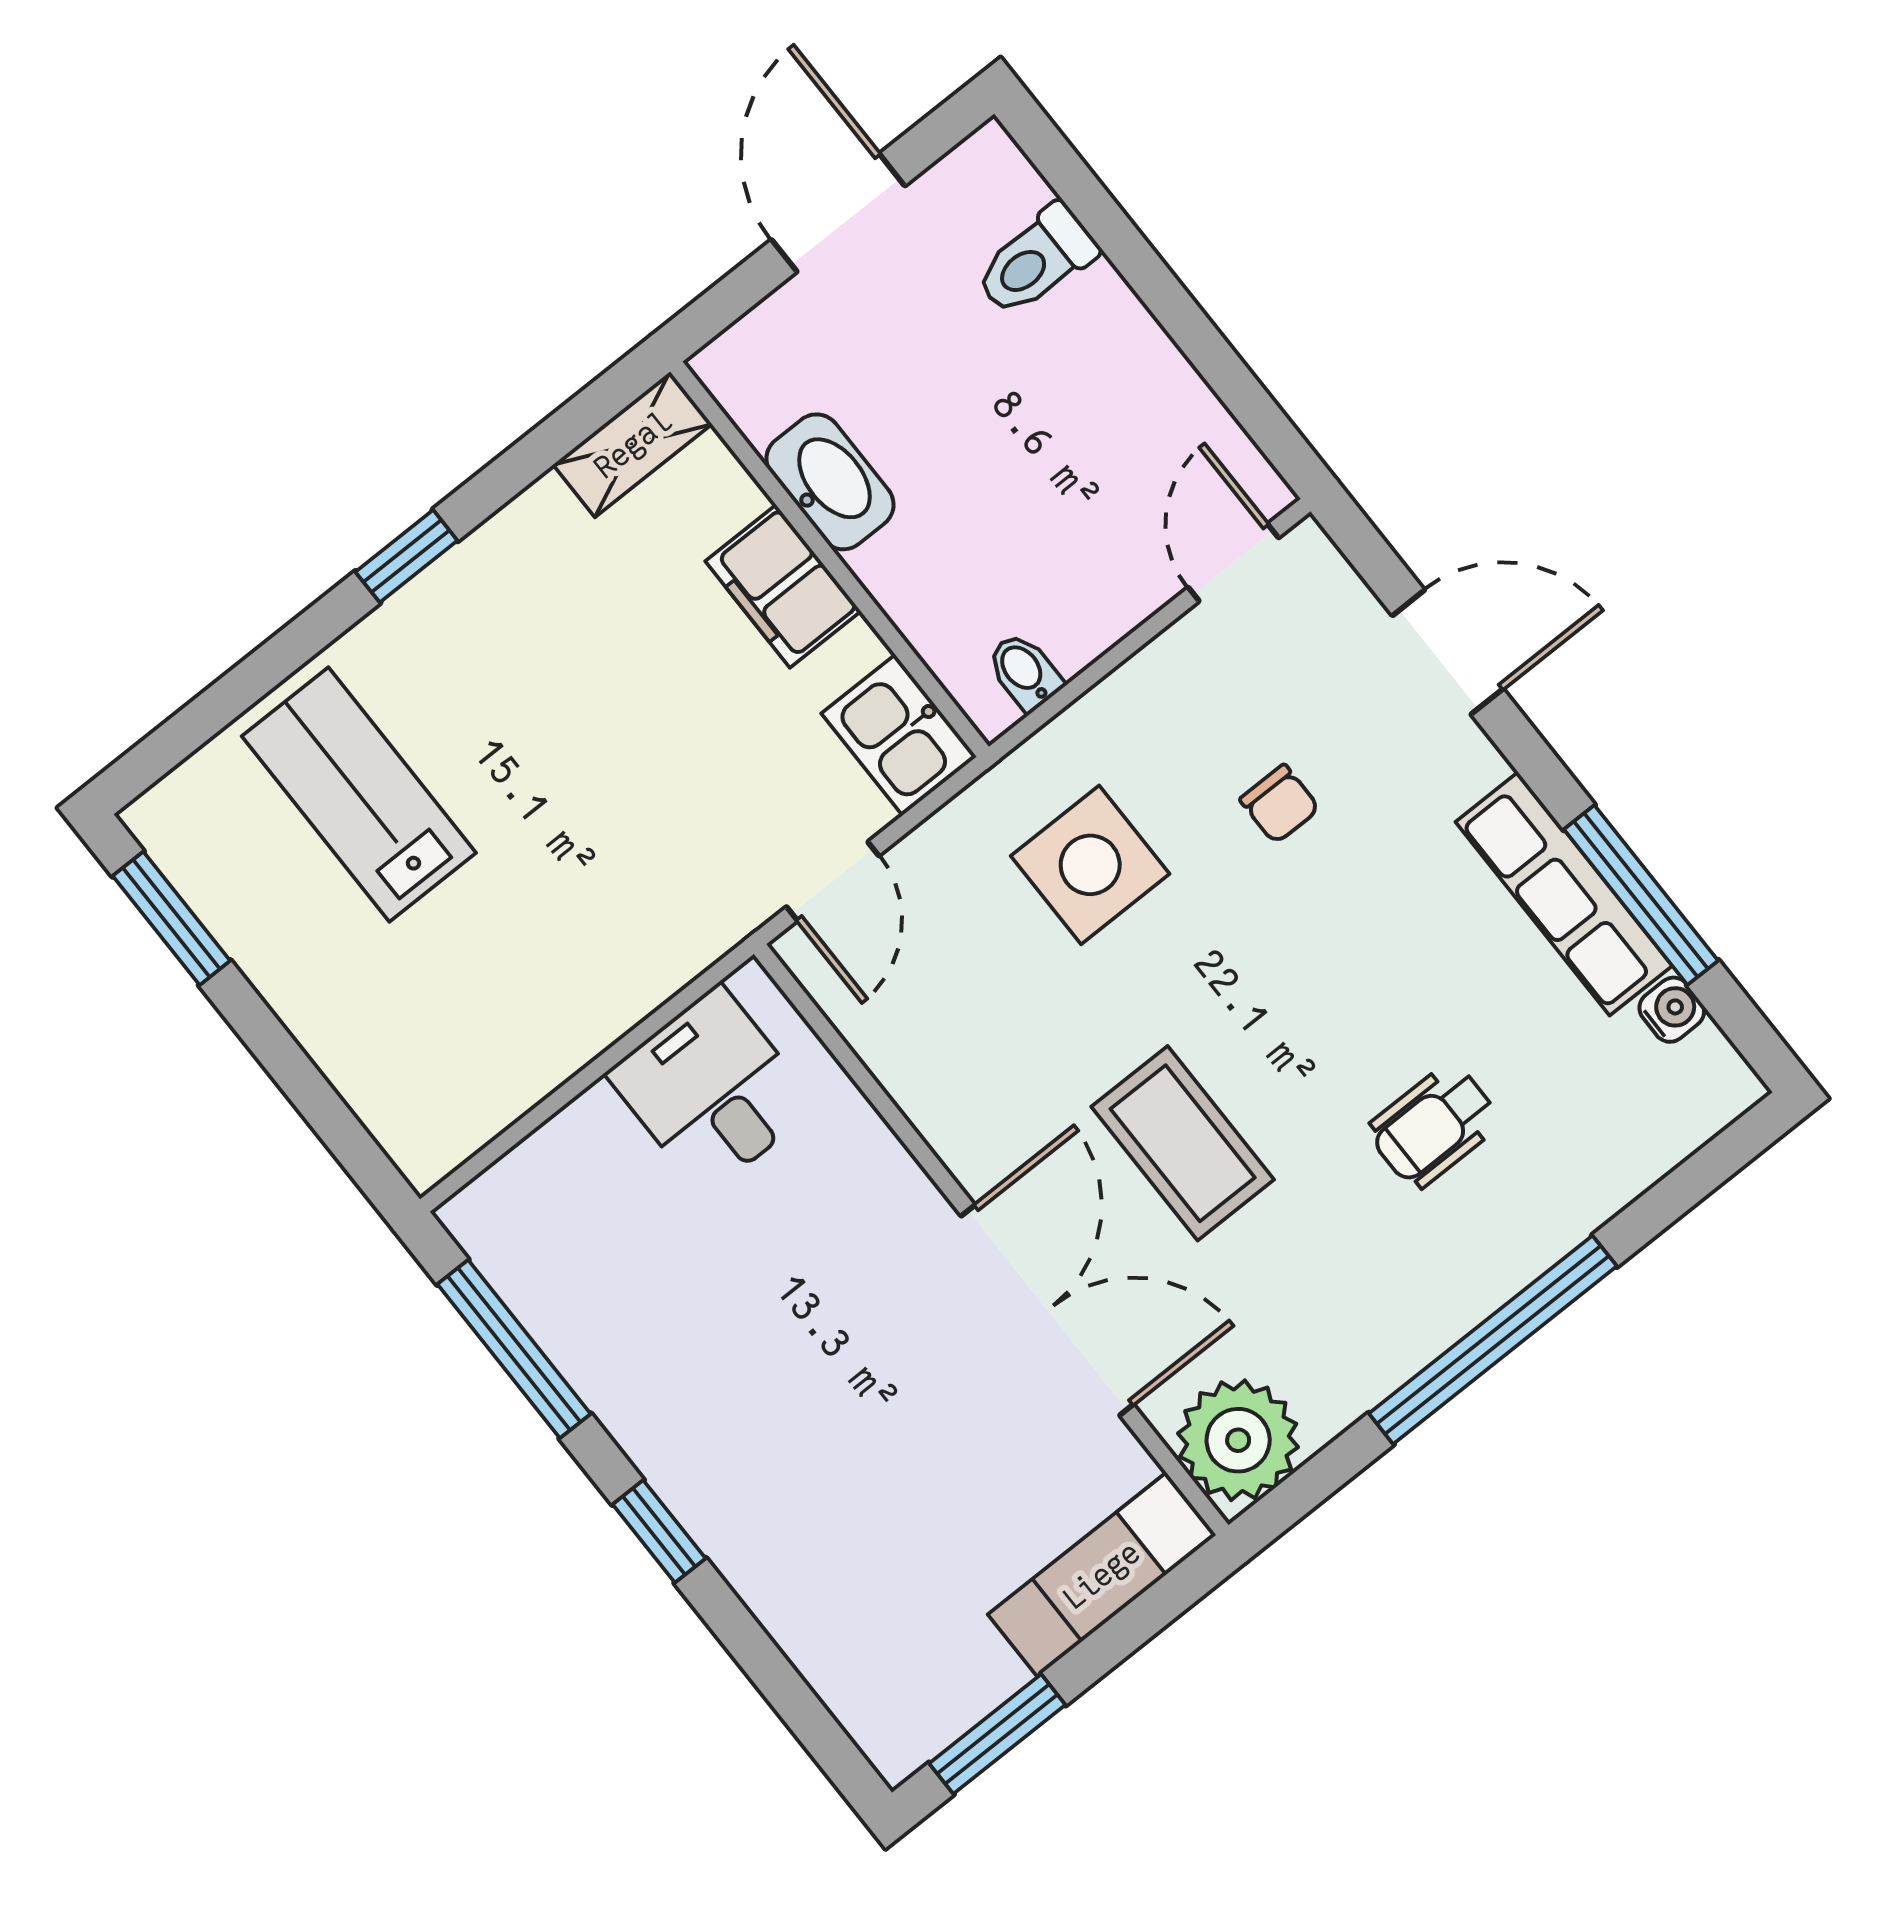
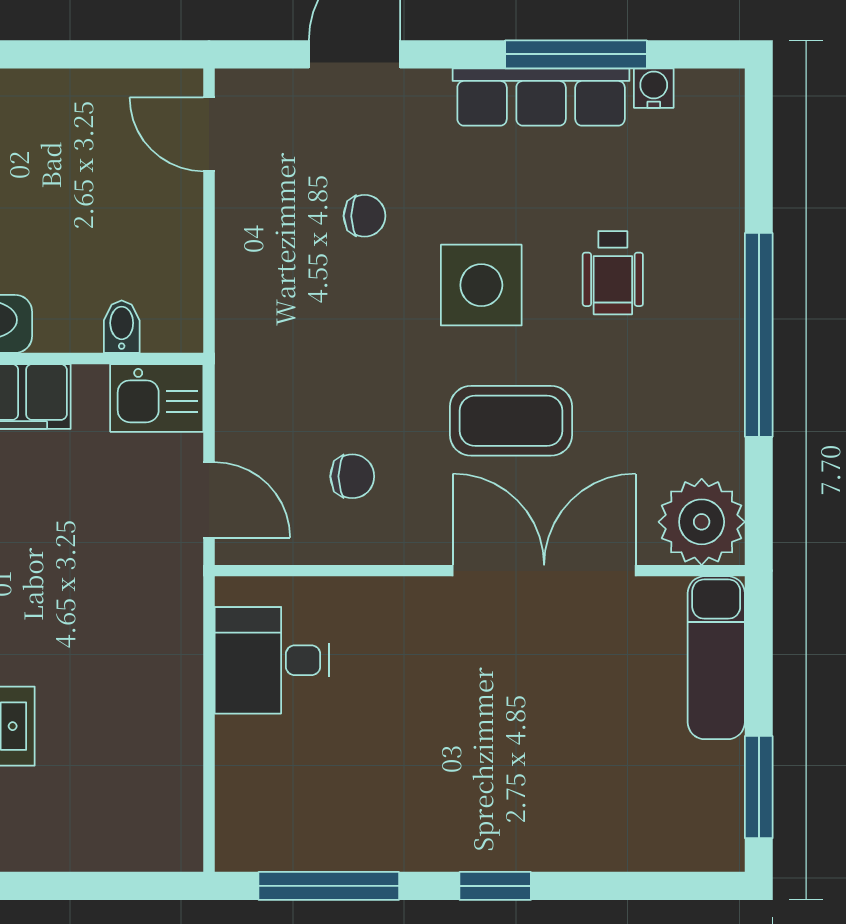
bidet: (1024, 672) -> (122, 327), moved, turned 90
side table: (1090, 865) -> (481, 285), moved
chair: (984, 1018) -> (352, 476), added

